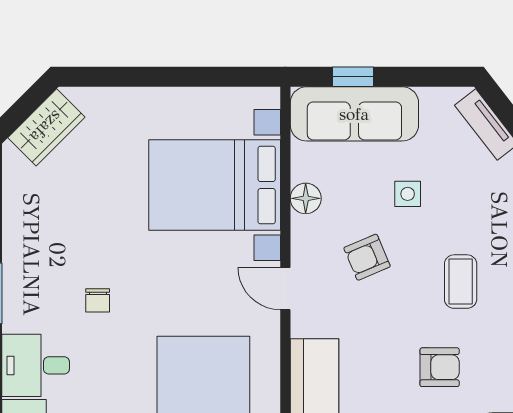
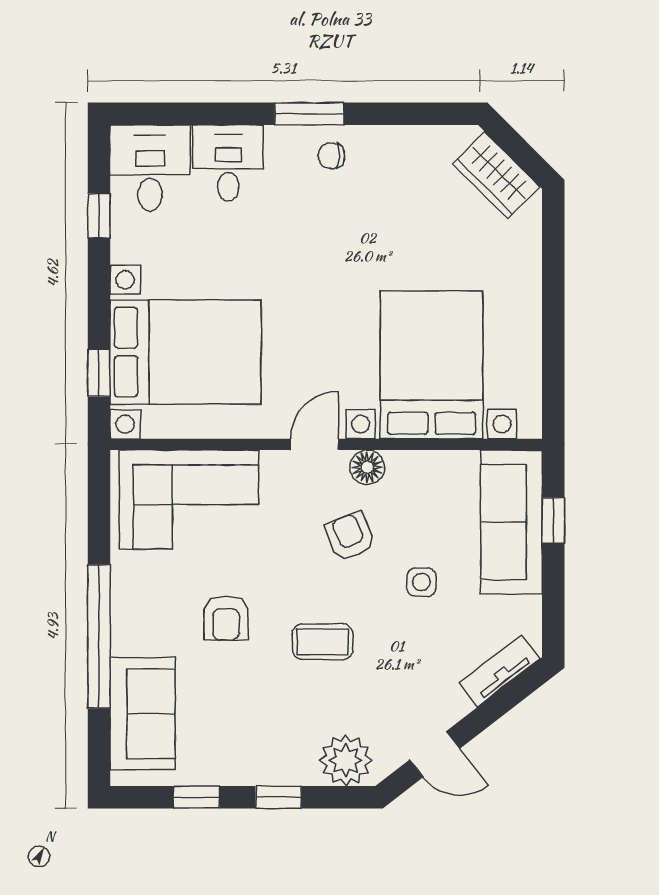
floor lamp: (306, 198) -> (367, 467), moved
chair: (98, 300) -> (331, 156), moved

